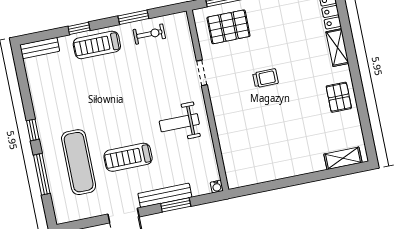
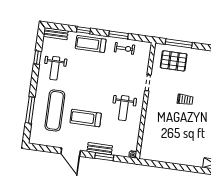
weight bench: (57, 100) -> (55, 68), added
weight bench: (179, 123) -> (124, 108), turned -90
window: (33, 130) -> (37, 57), moved
bench: (165, 195) -> (100, 149), width x0.73

